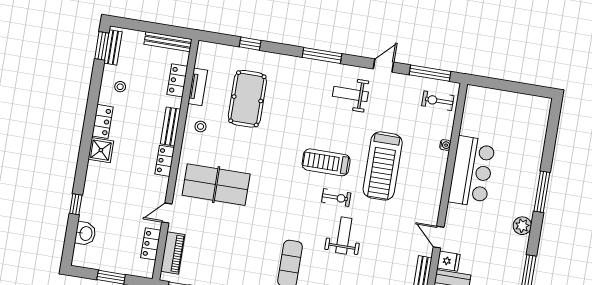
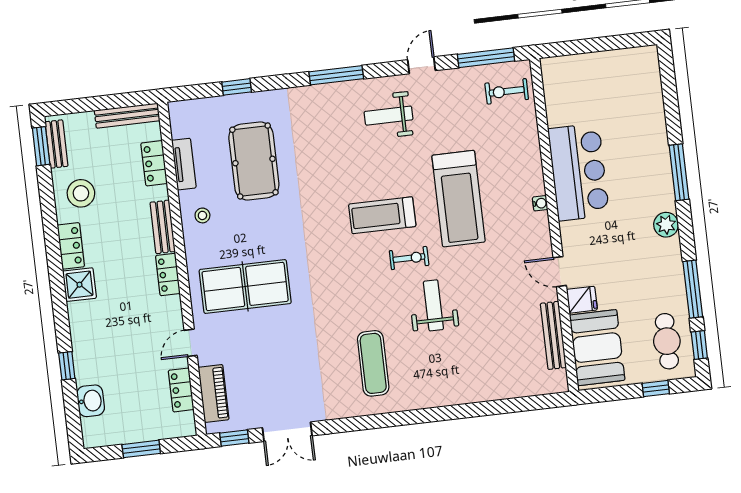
stool: (120, 87) -> (81, 193), width x1.89, depth x1.89
water cooler: (445, 145) -> (540, 203), moved

